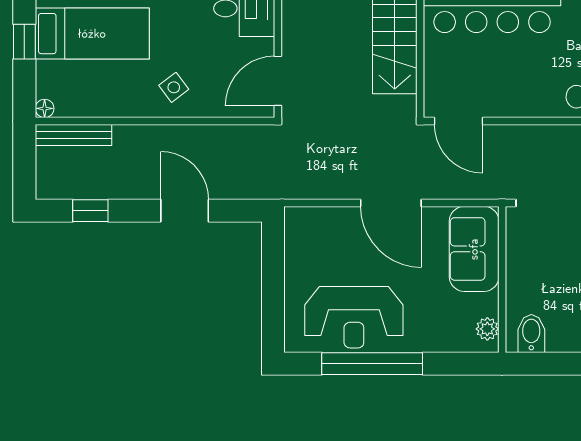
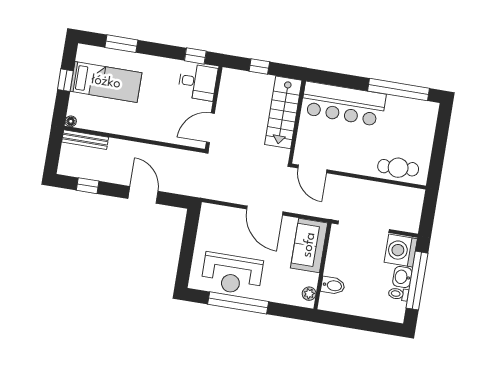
side table: (174, 87) -> (149, 121), removed
bidet: (531, 334) -> (333, 286), moved, turned 90

